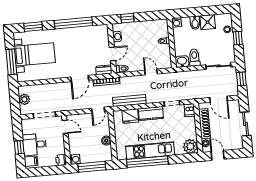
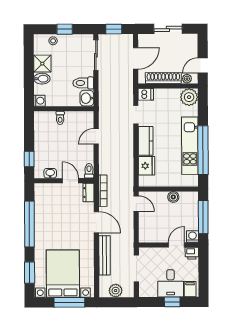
bed with nightstands: (35, 54) -> (63, 274), width x1.36
bench: (129, 101) -> (105, 255), moved
door: (65, 127) -> (176, 245), moved

